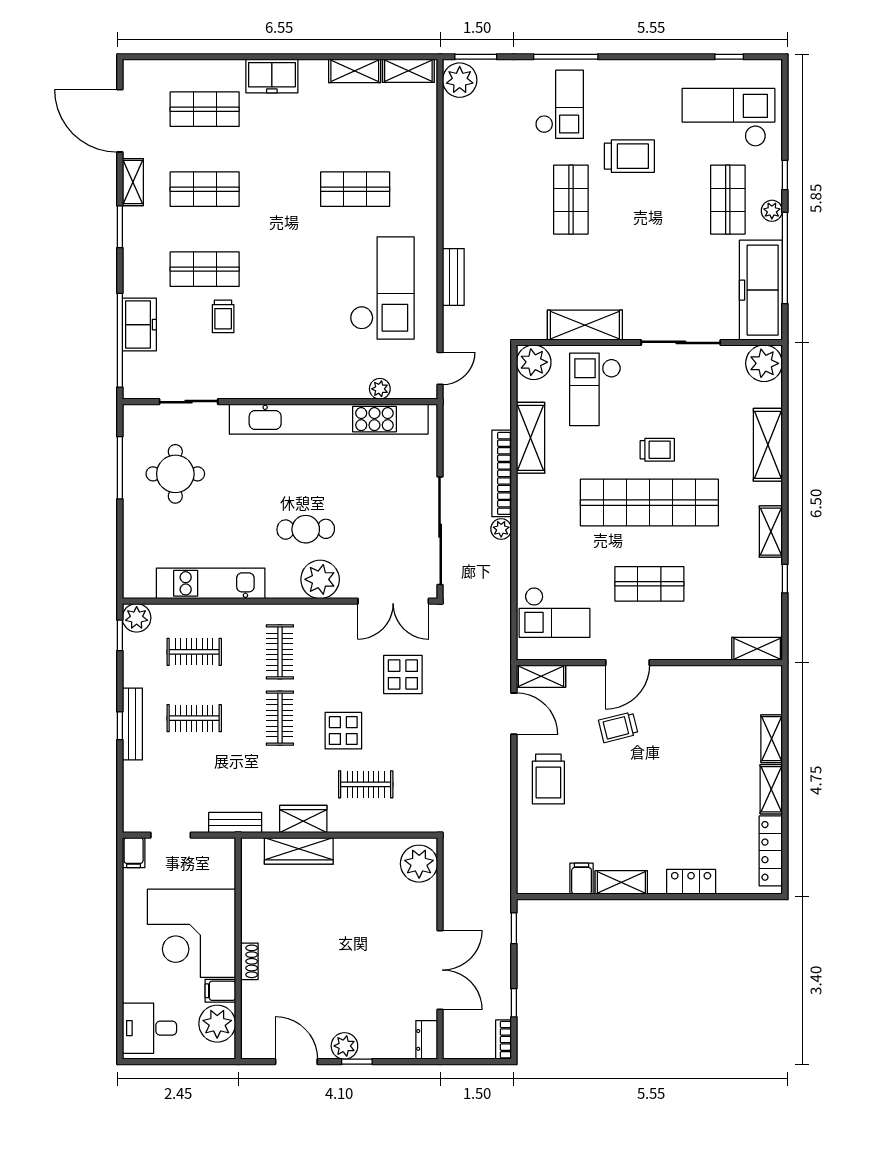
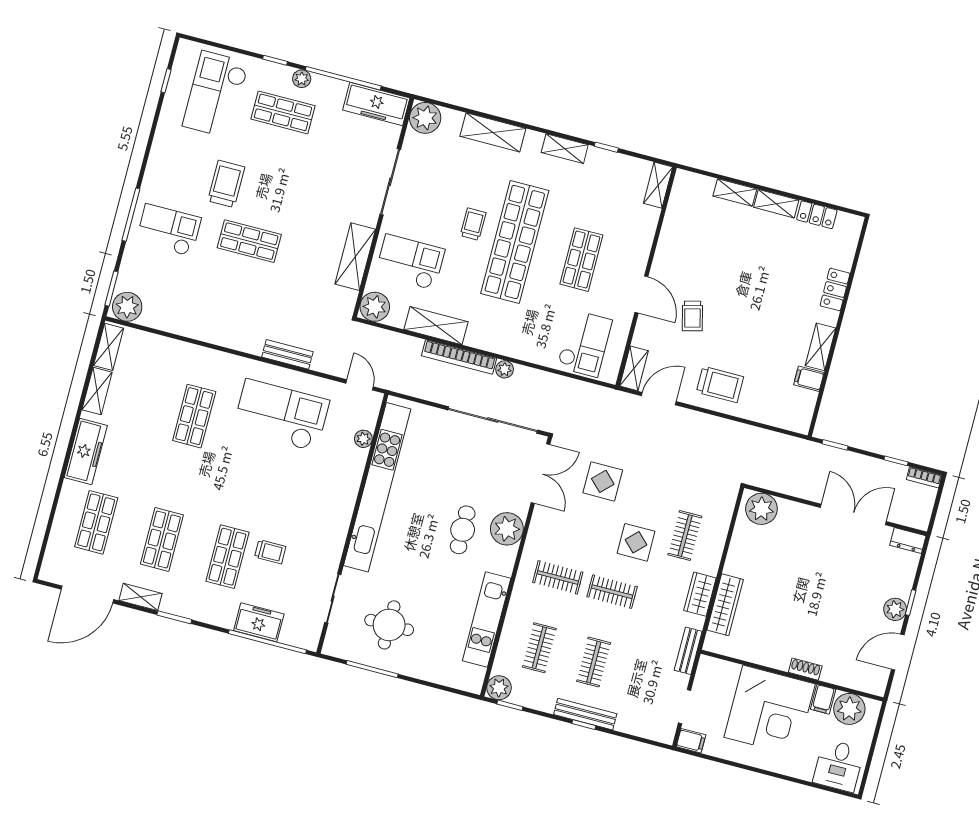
freezer: (272, 76) -> (86, 451), width x1.40
freezer: (761, 290) -> (376, 104), width x0.73, depth x0.79
checkout: (595, 389) -> (410, 262), turned 180
locker: (771, 851) -> (817, 215), width x0.66

